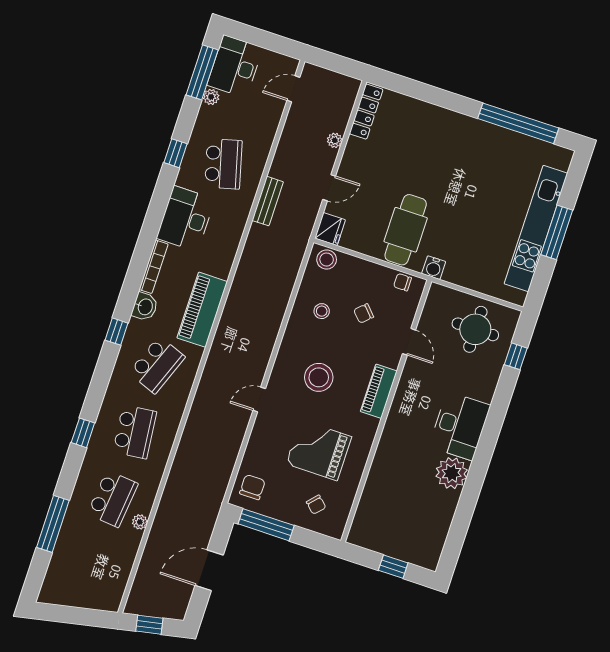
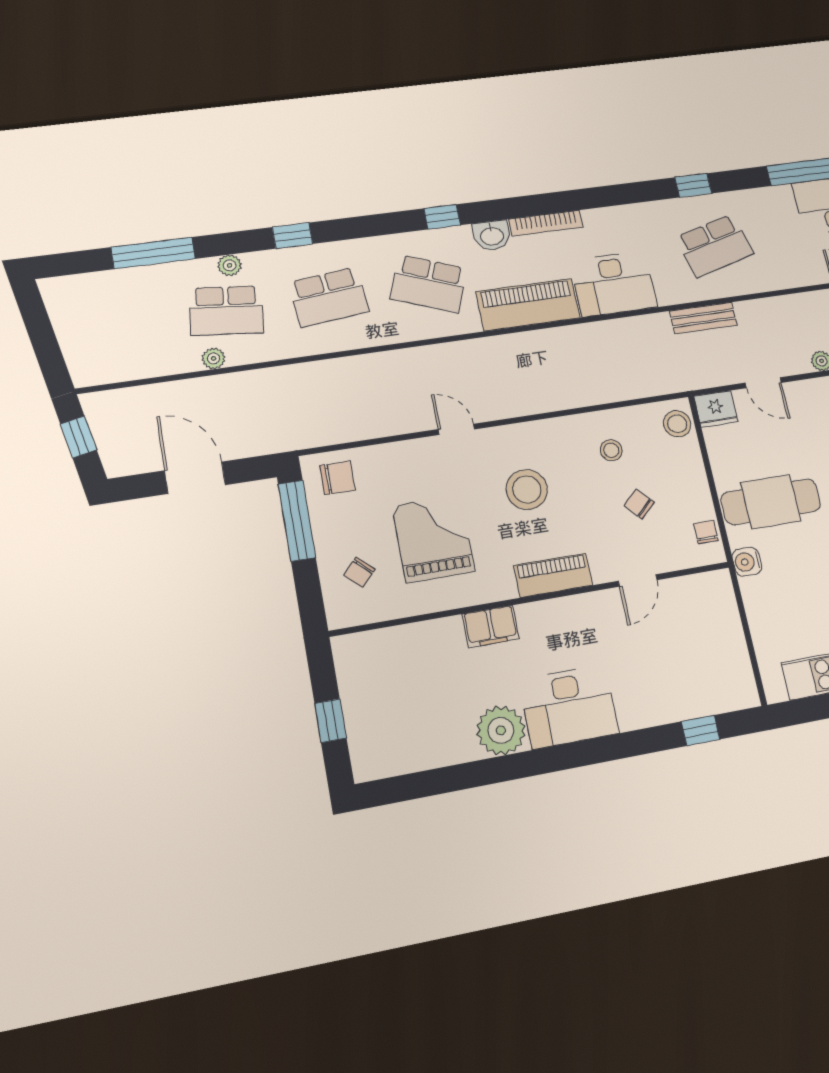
plant: (211, 97) -> (230, 265), moved
desk: (186, 219) -> (614, 284), moved, turned 180
round table: (475, 329) -> (703, 658), removed
filing cabinet: (389, 445) -> (491, 626), added

